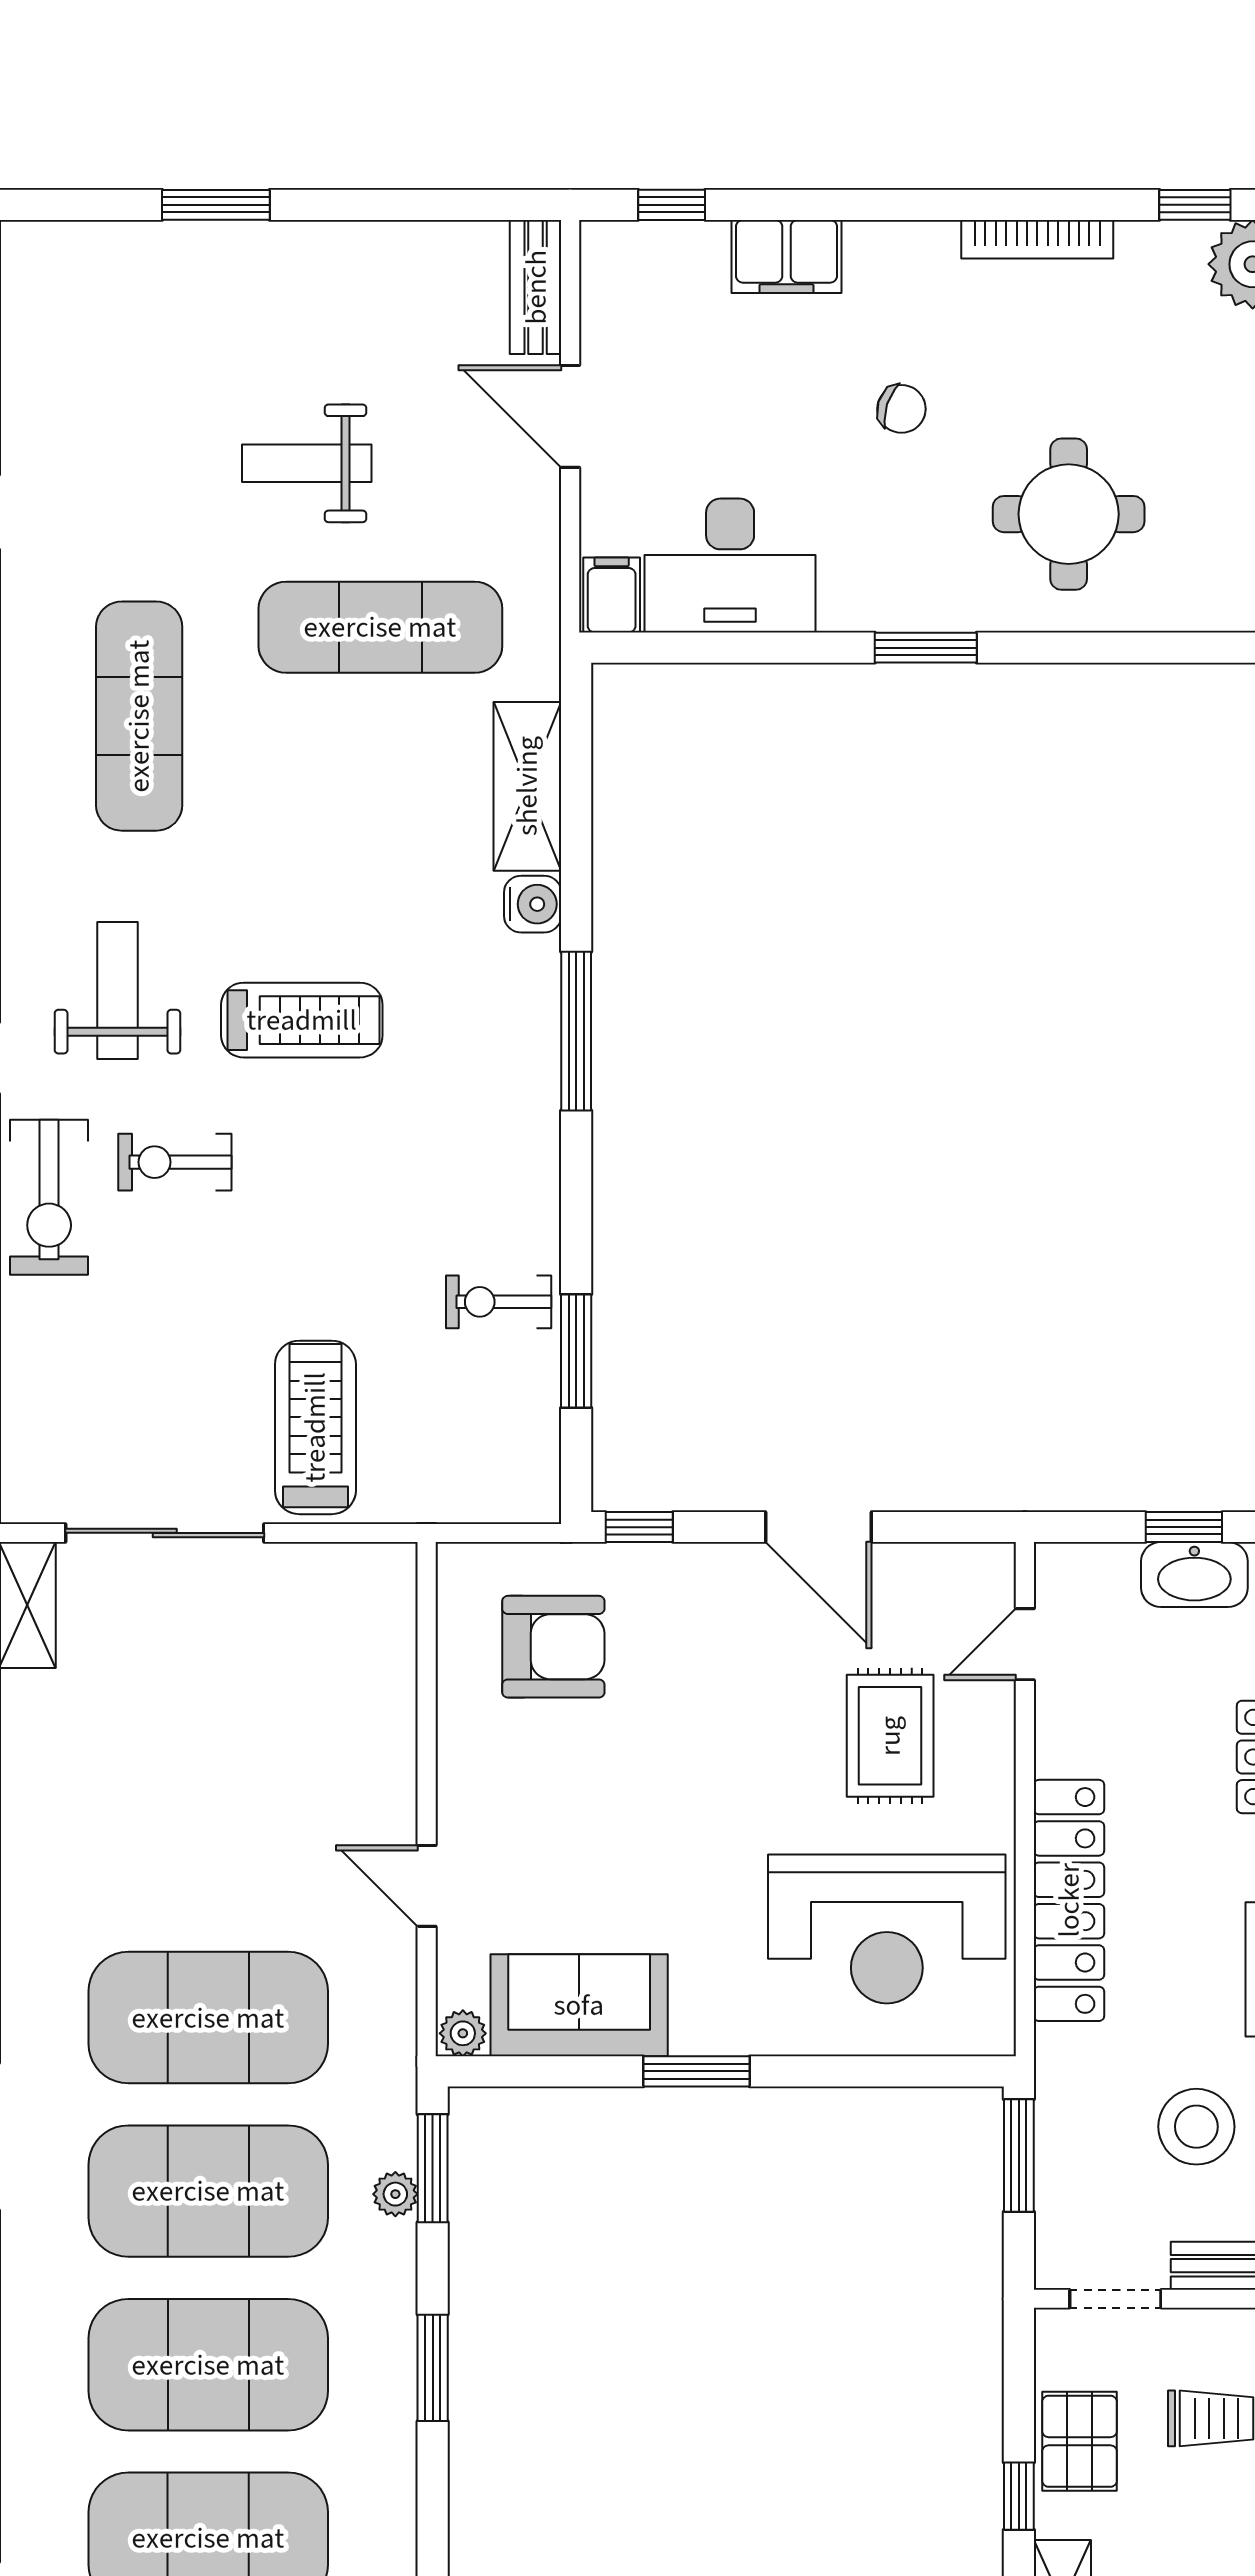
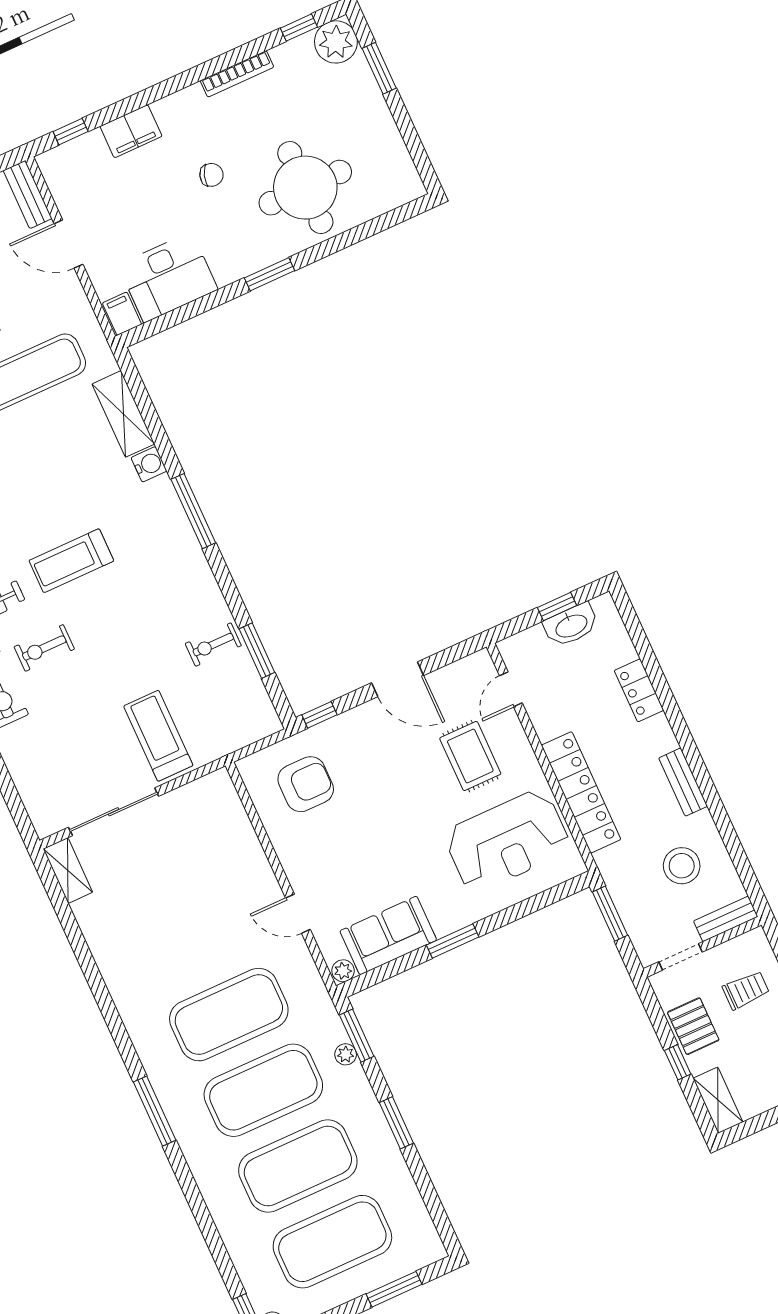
round table: (1069, 514) -> (305, 188), width x1.36, depth x1.36
treadmill: (302, 1020) -> (71, 561), turned 180

